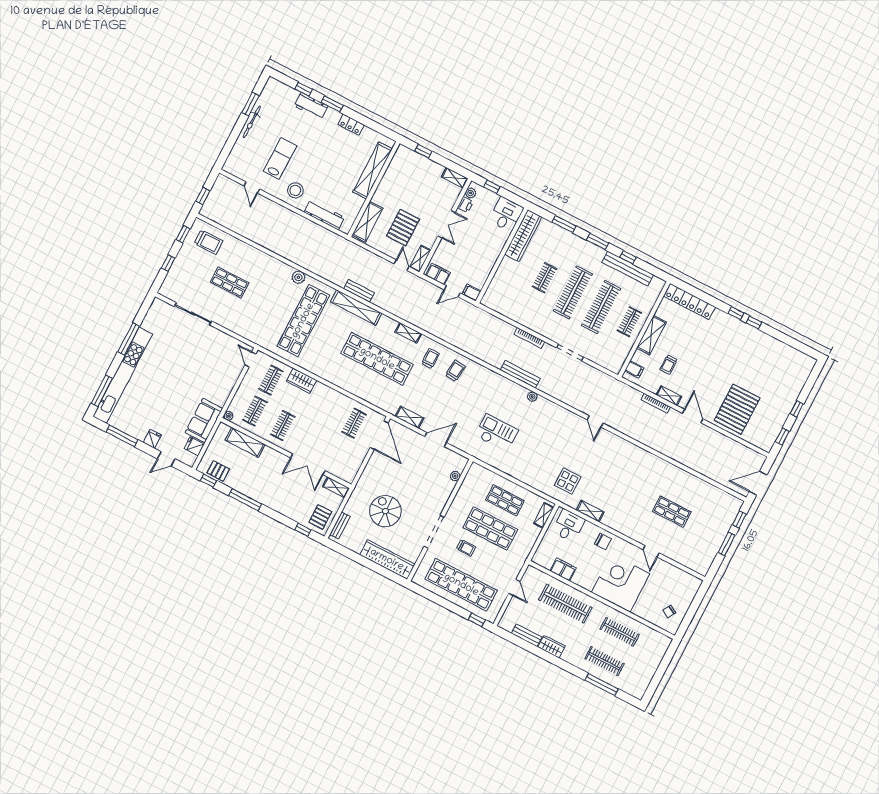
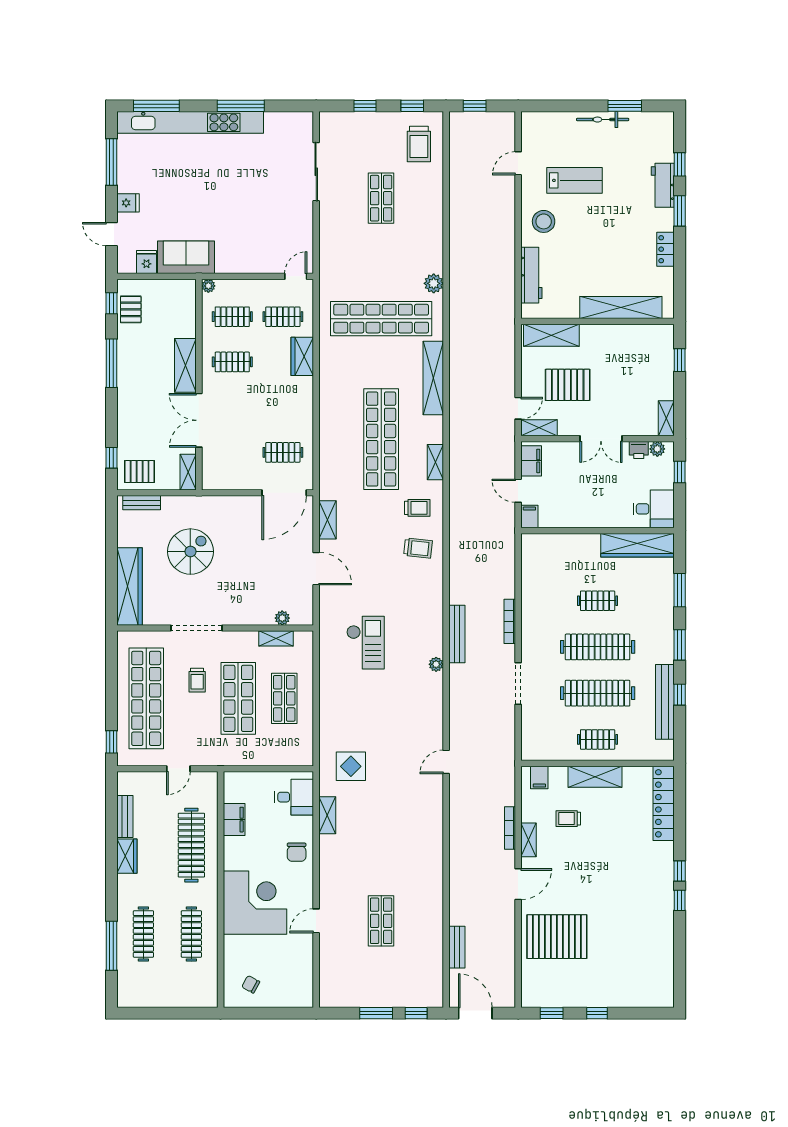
bench: (359, 291) -> (457, 947), moved
shelving: (245, 442) -> (185, 365), moved
shelving: (544, 515) -> (276, 638), moved

